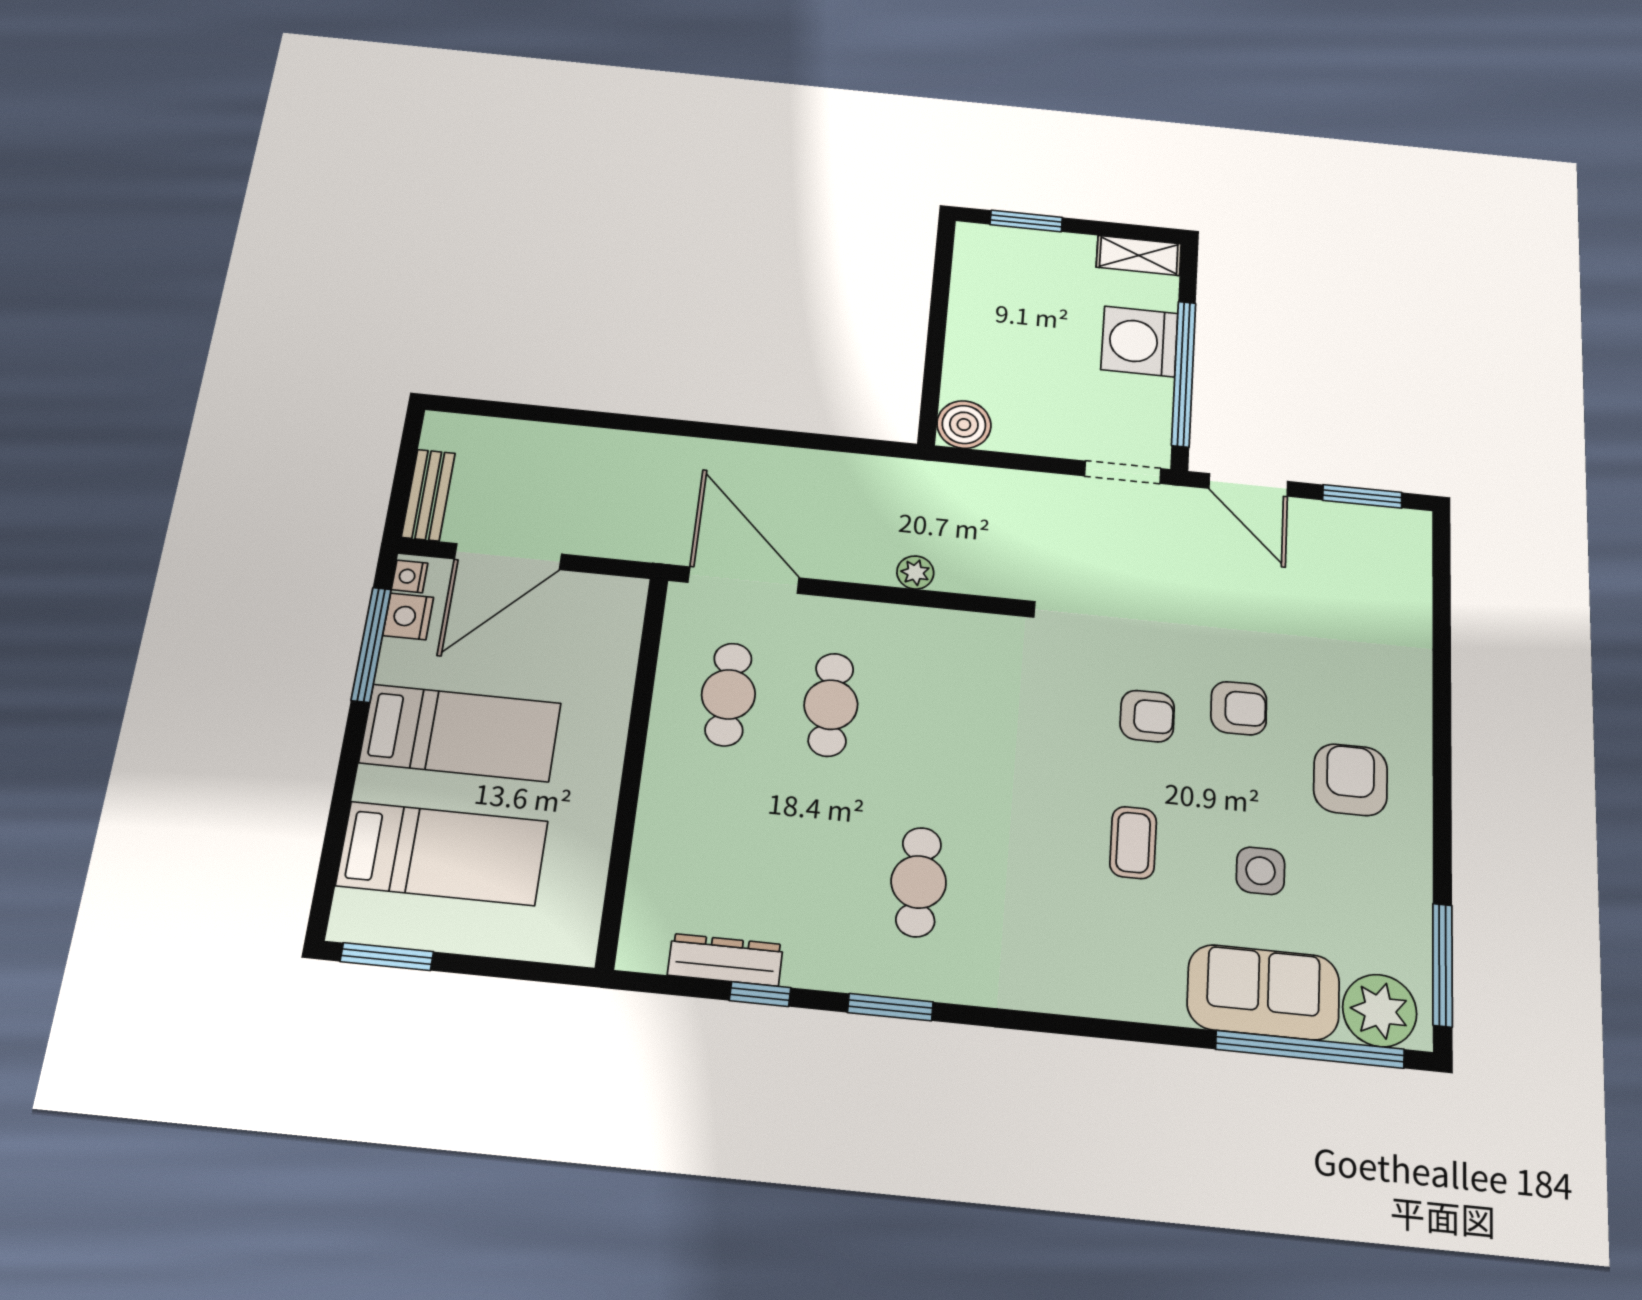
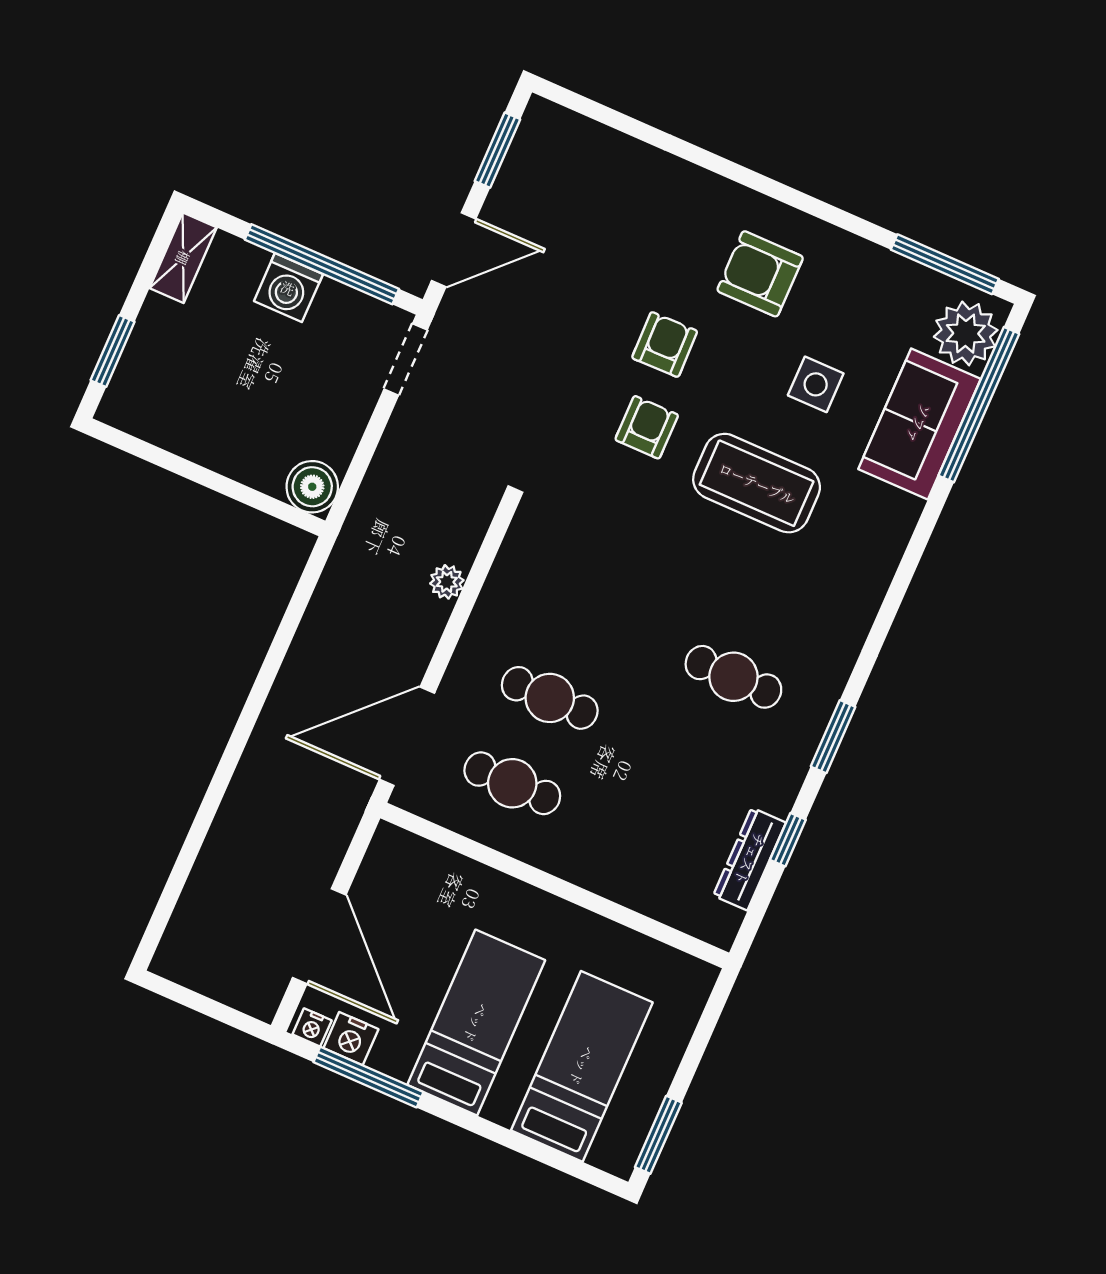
washing machine: (1139, 341) -> (288, 288), width x0.73, depth x0.73
bench: (428, 495) -> (236, 990), removed
coffee table: (1133, 843) -> (757, 483), width x1.86, depth x1.72

